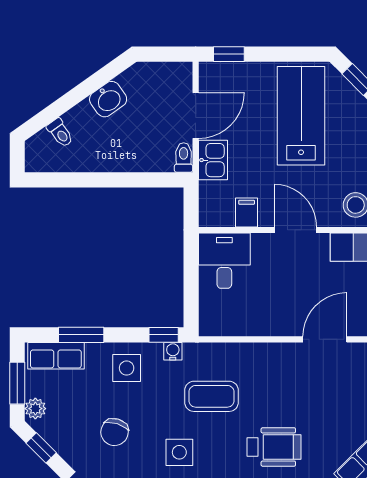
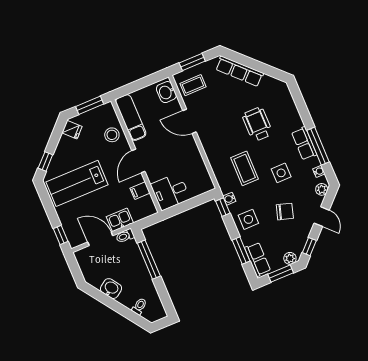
window: (129, 180) -> (149, 260), added

